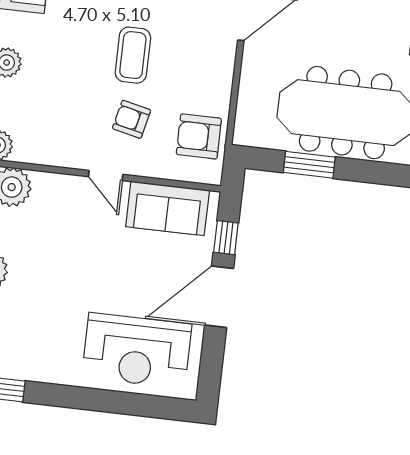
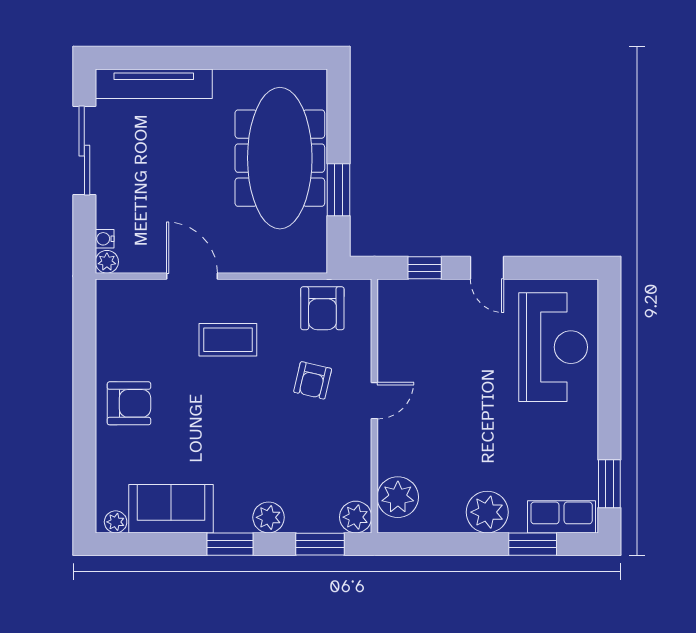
coffee table: (133, 55) -> (228, 340), moved
sofa: (168, 208) -> (401, 332), removed
door: (219, 297) -> (487, 268), width x0.53

